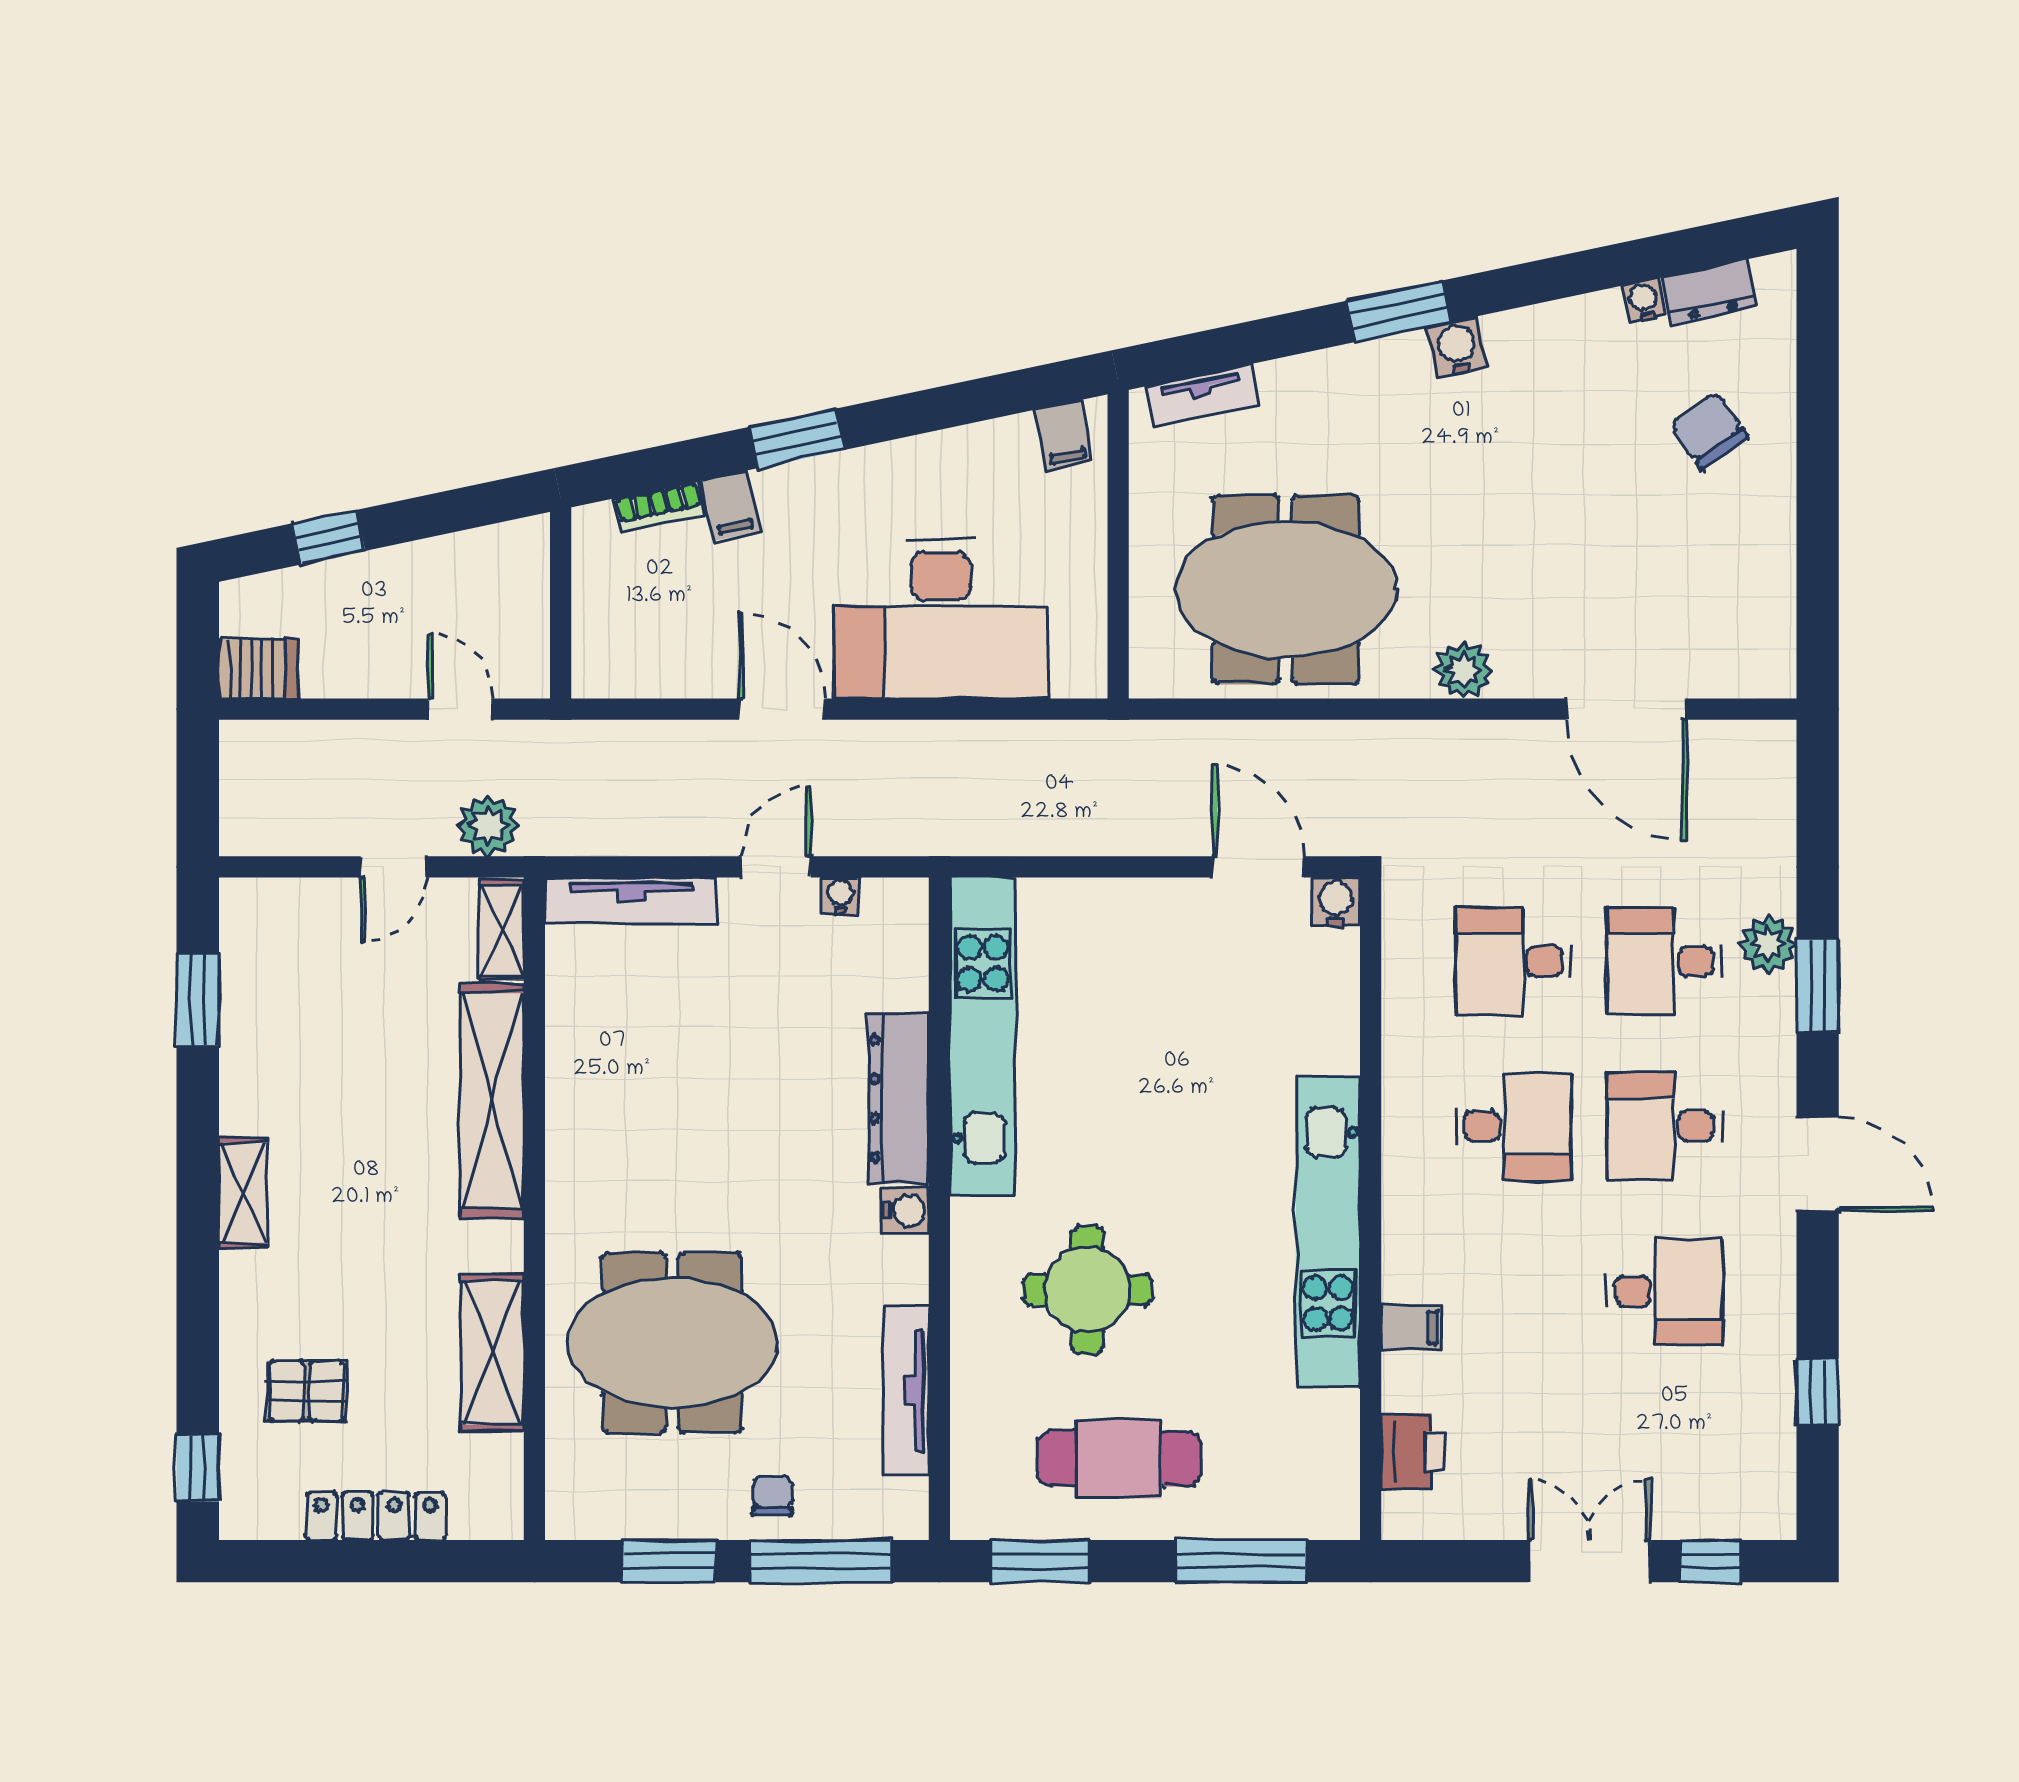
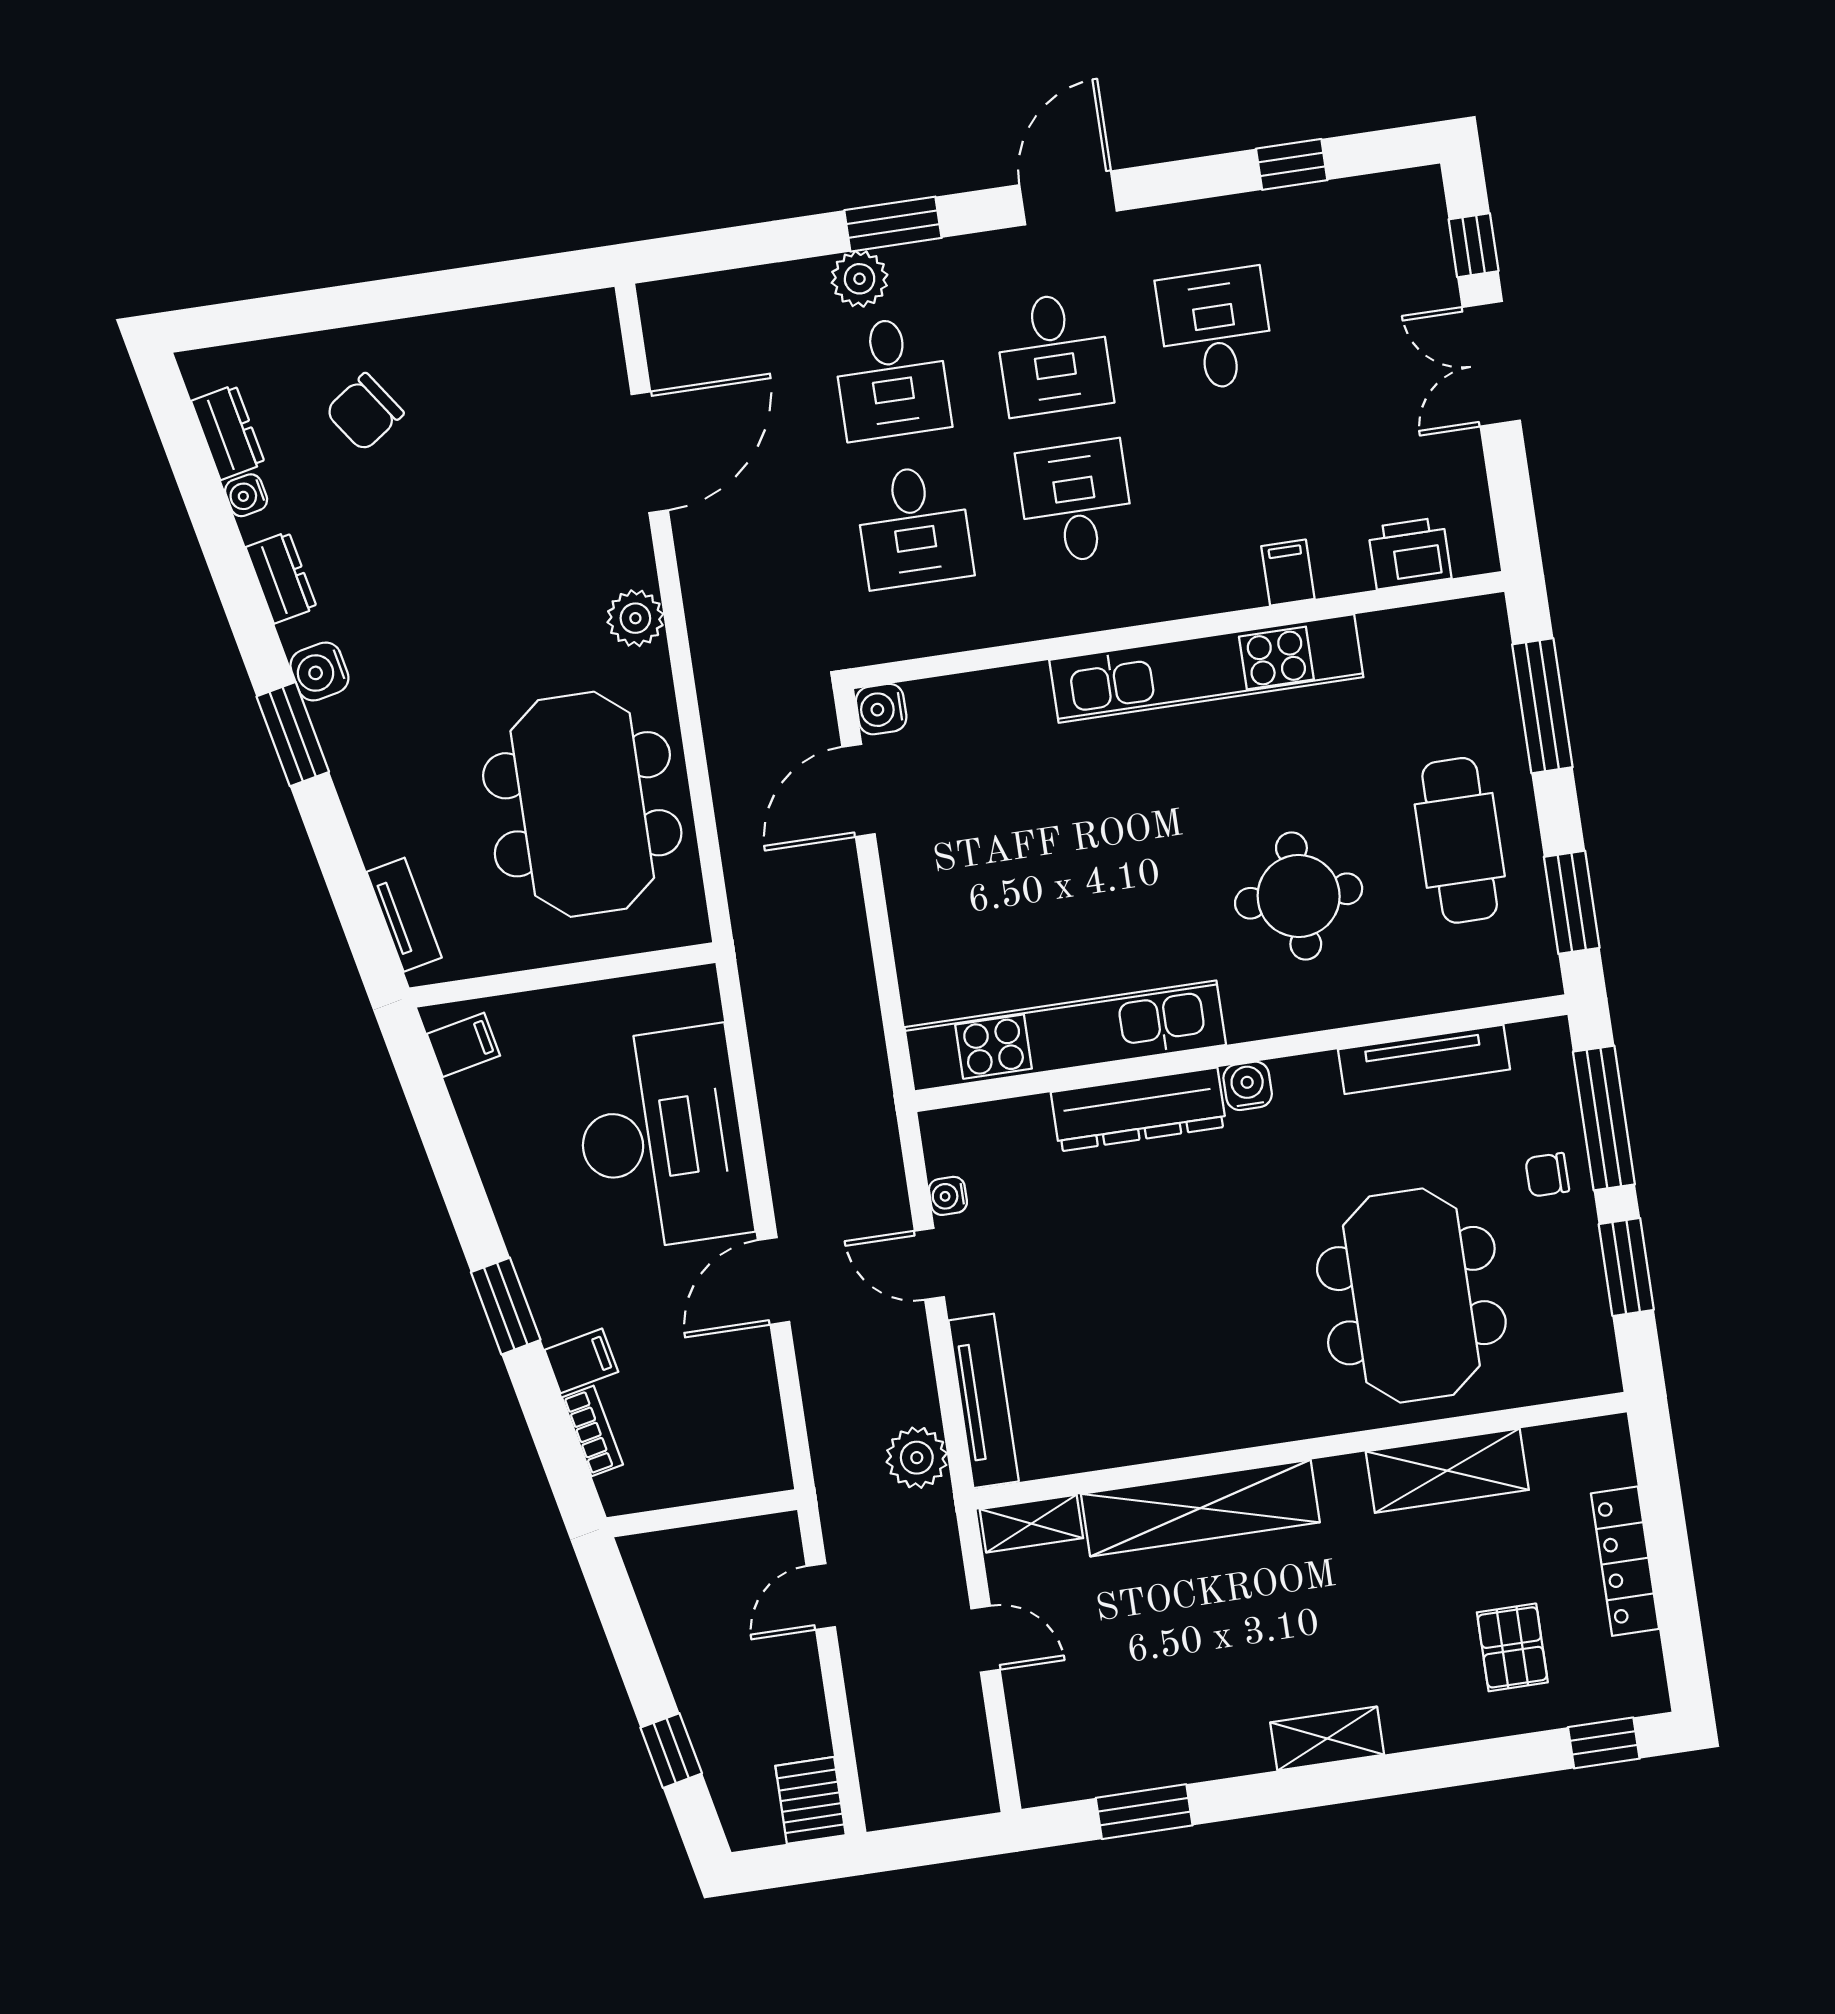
dresser: (1556, 323) -> (281, 578), added
plant: (488, 826) -> (917, 1458), moved

